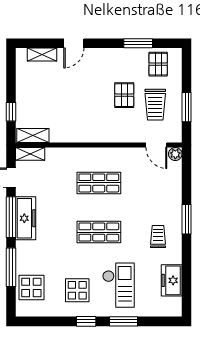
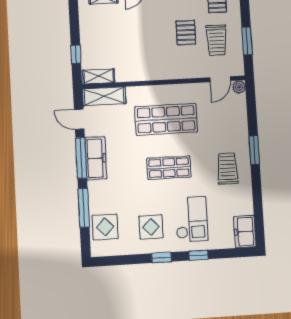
door: (156, 145) -> (220, 79), hinge flipped
shelving: (30, 154) -> (104, 96), width x1.50, depth x1.33
shop shelf: (99, 183) -> (166, 119), width x1.43, depth x1.36
trolley: (158, 236) -> (227, 169), width x1.36, depth x1.39
freezer: (172, 280) -> (245, 232), moved
window: (123, 321) -> (199, 255), width x0.67

